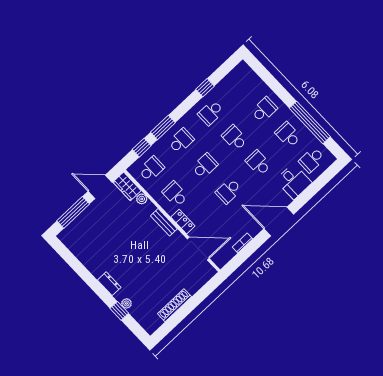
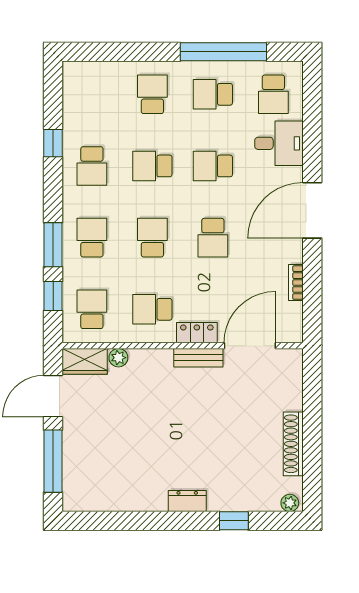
bench: (164, 222) -> (198, 358), moved
plant: (126, 303) -> (290, 503), moved

